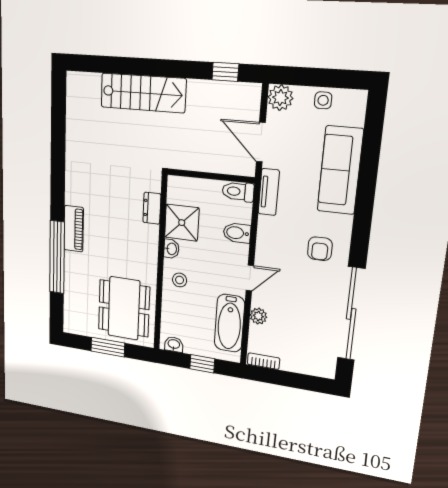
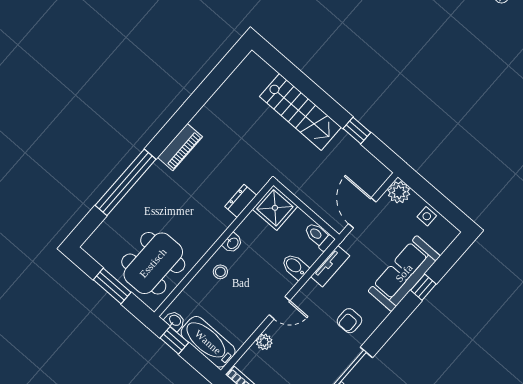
window: (225, 72) -> (357, 131), moved
window: (368, 170) -> (423, 287), added
tv unit: (269, 192) -> (330, 266), moved
shower: (182, 223) -> (275, 208), moved
piano: (74, 229) -> (180, 147), moved
bathtub: (229, 323) -> (208, 342), moved, turned 90
window: (202, 364) -> (174, 340), moved

